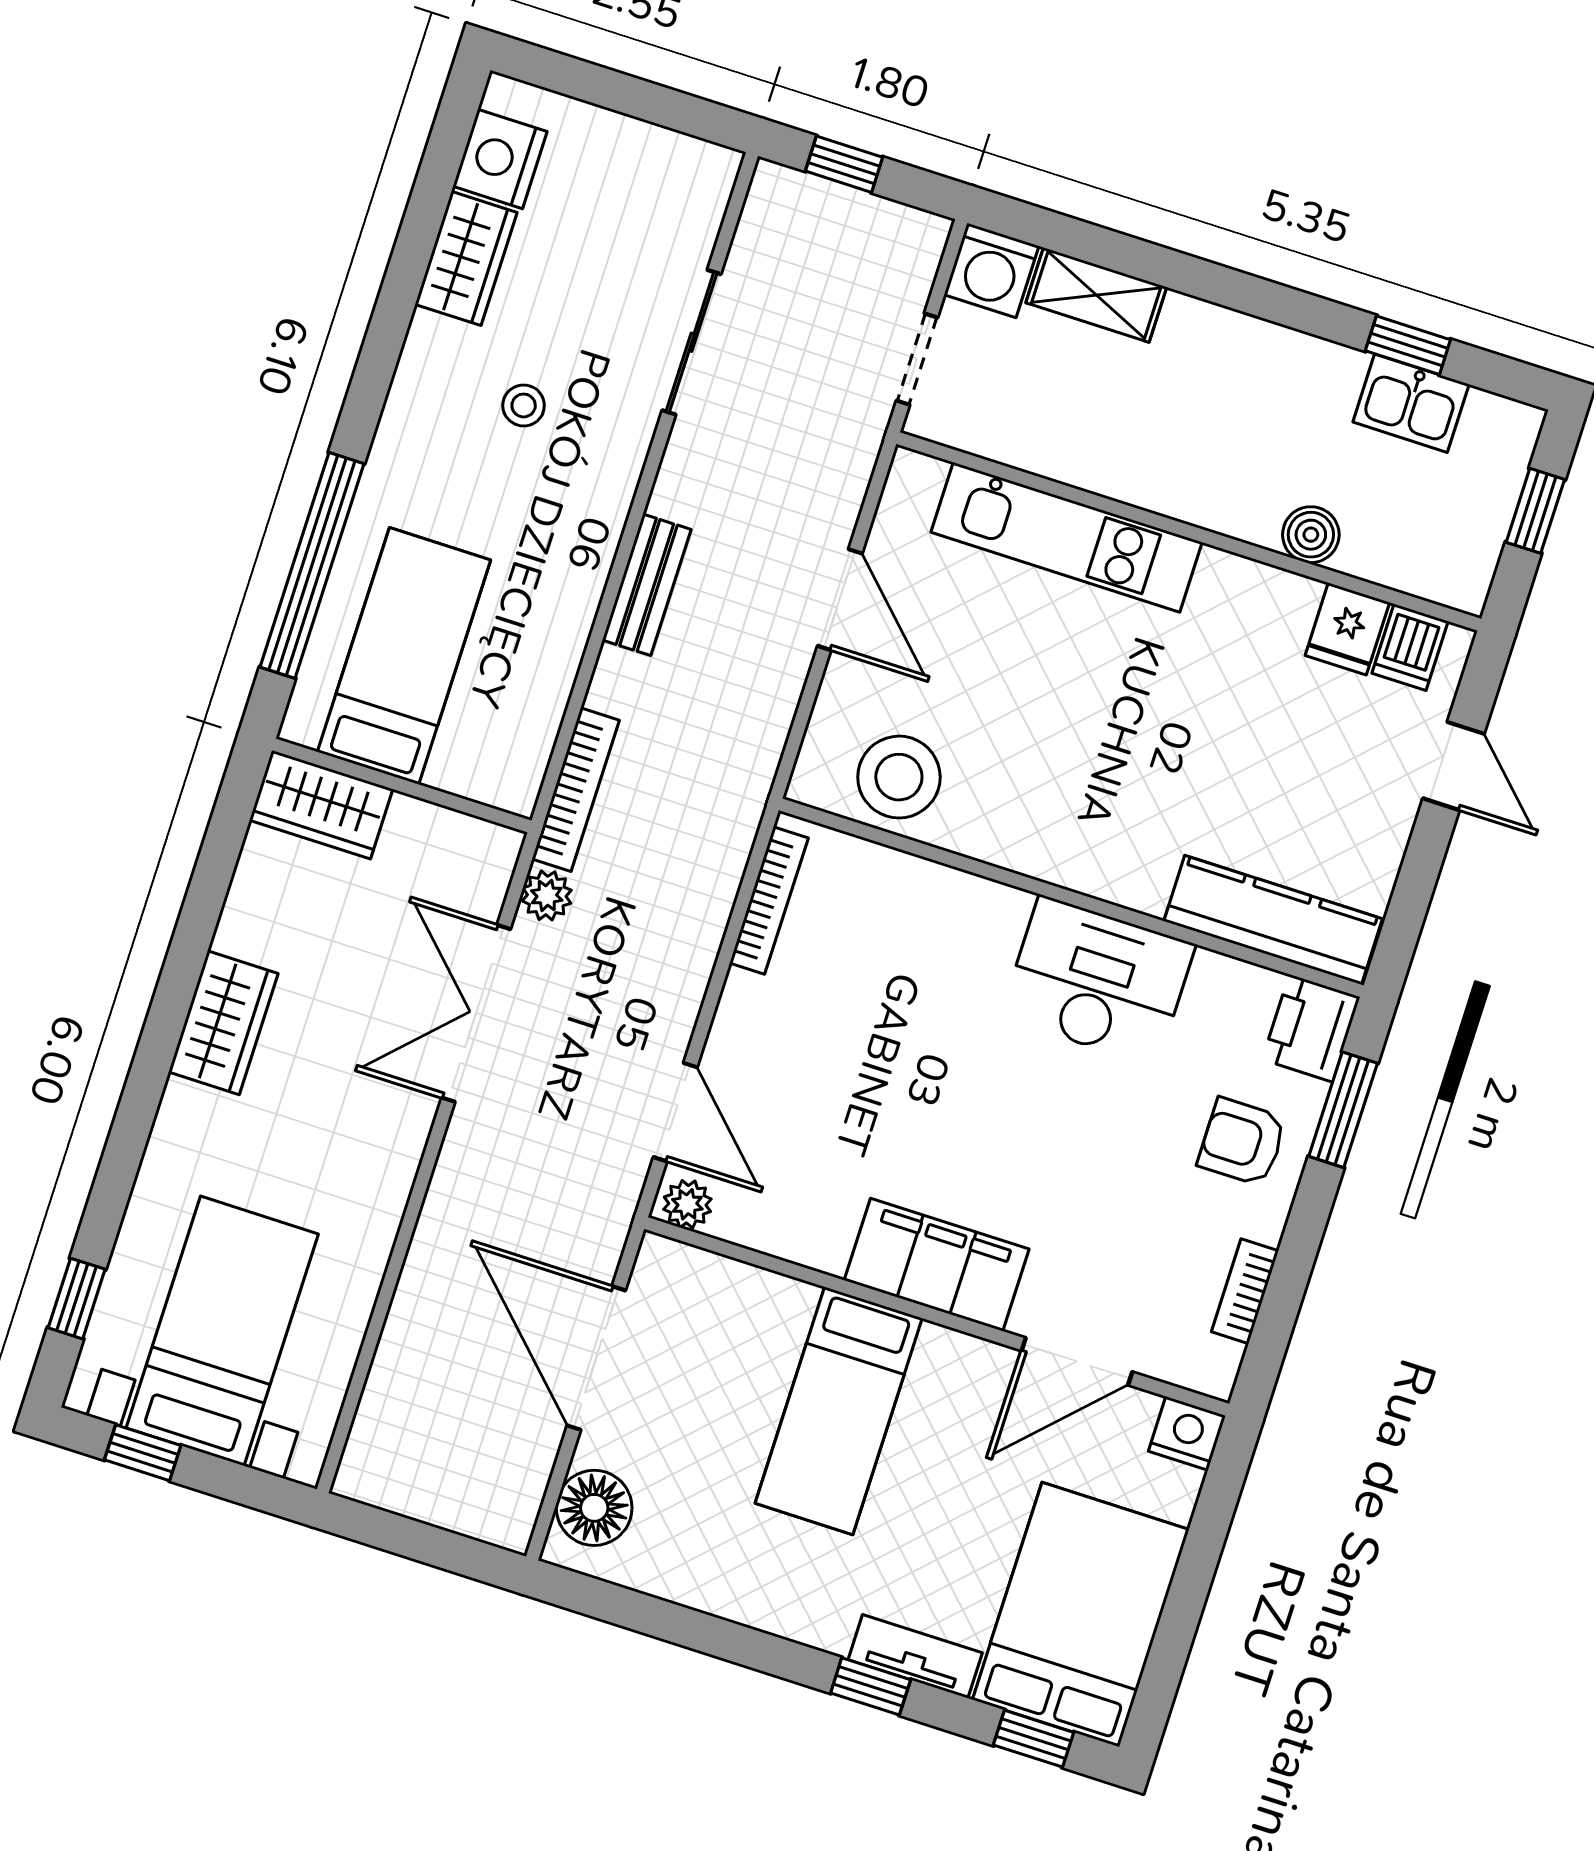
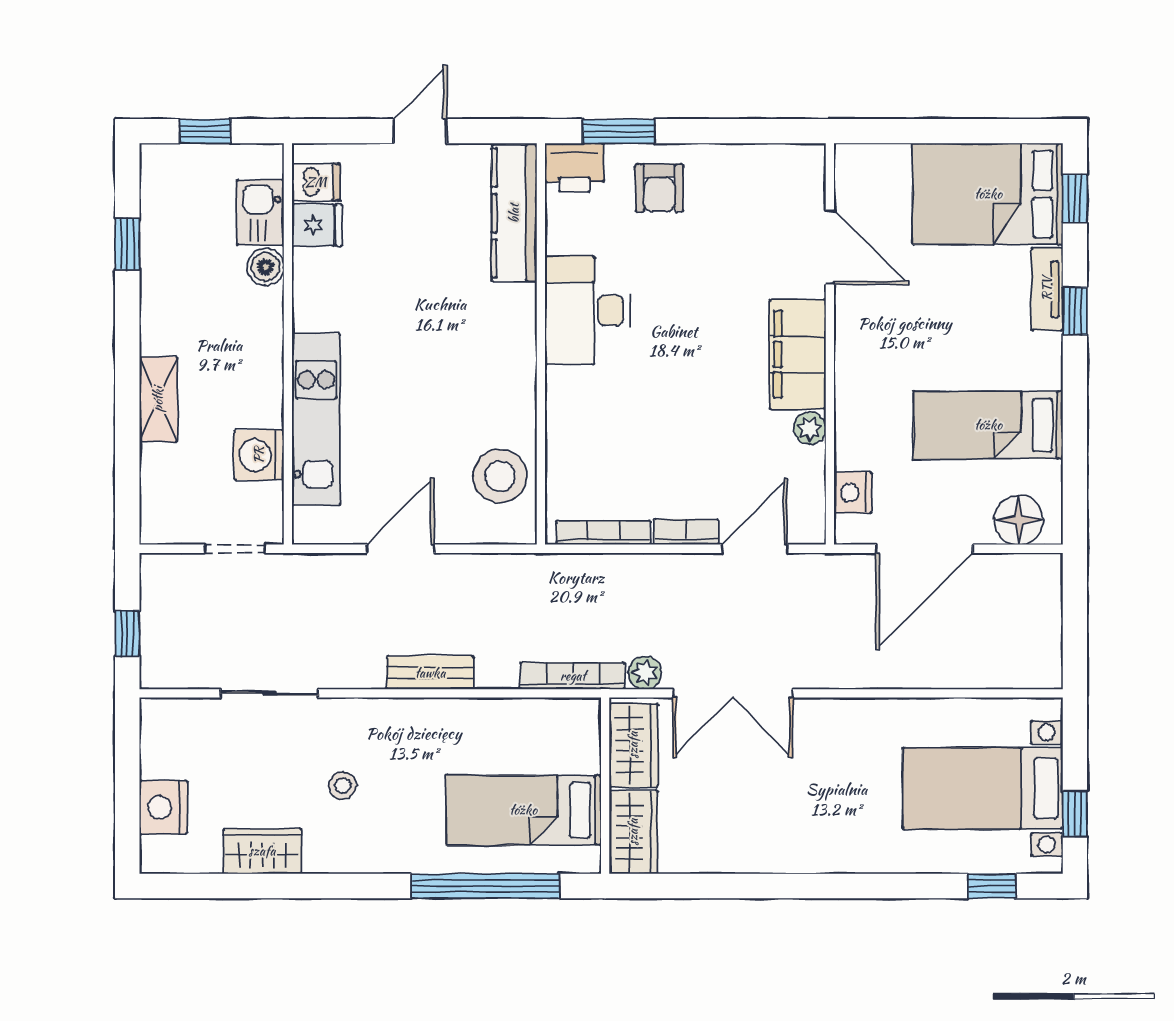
nightstand: (500, 159) -> (163, 807), moved, turned 90
washing machine: (992, 270) -> (259, 455), moved, turned 180
shelving: (1096, 295) -> (158, 399), moved
kitchen sink: (1411, 403) -> (260, 213), moved, turned 180
door: (1453, 766) -> (420, 131), moved
wardrobe: (223, 1023) -> (633, 745), moved, turned 90
plant: (687, 1204) -> (810, 428), moved
bookcase: (1245, 1291) -> (686, 532), moved, turned 180
bed: (839, 1411) -> (988, 425), moved, turned 180
nightstand: (1187, 1433) -> (853, 493), moved

